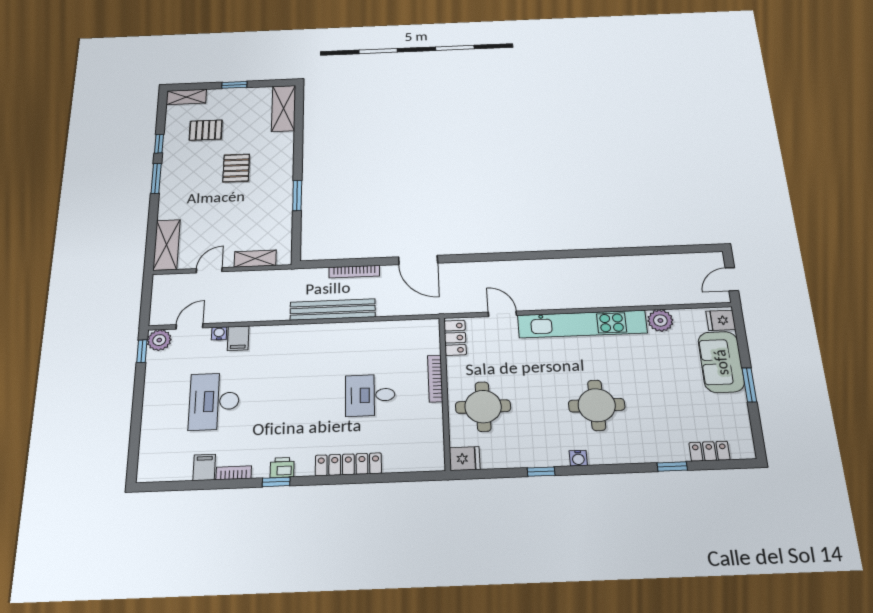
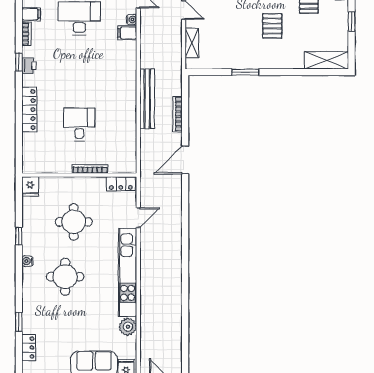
pallet: (236, 168) -> (272, 26), turned 90
round table: (483, 407) -> (74, 222), moved

